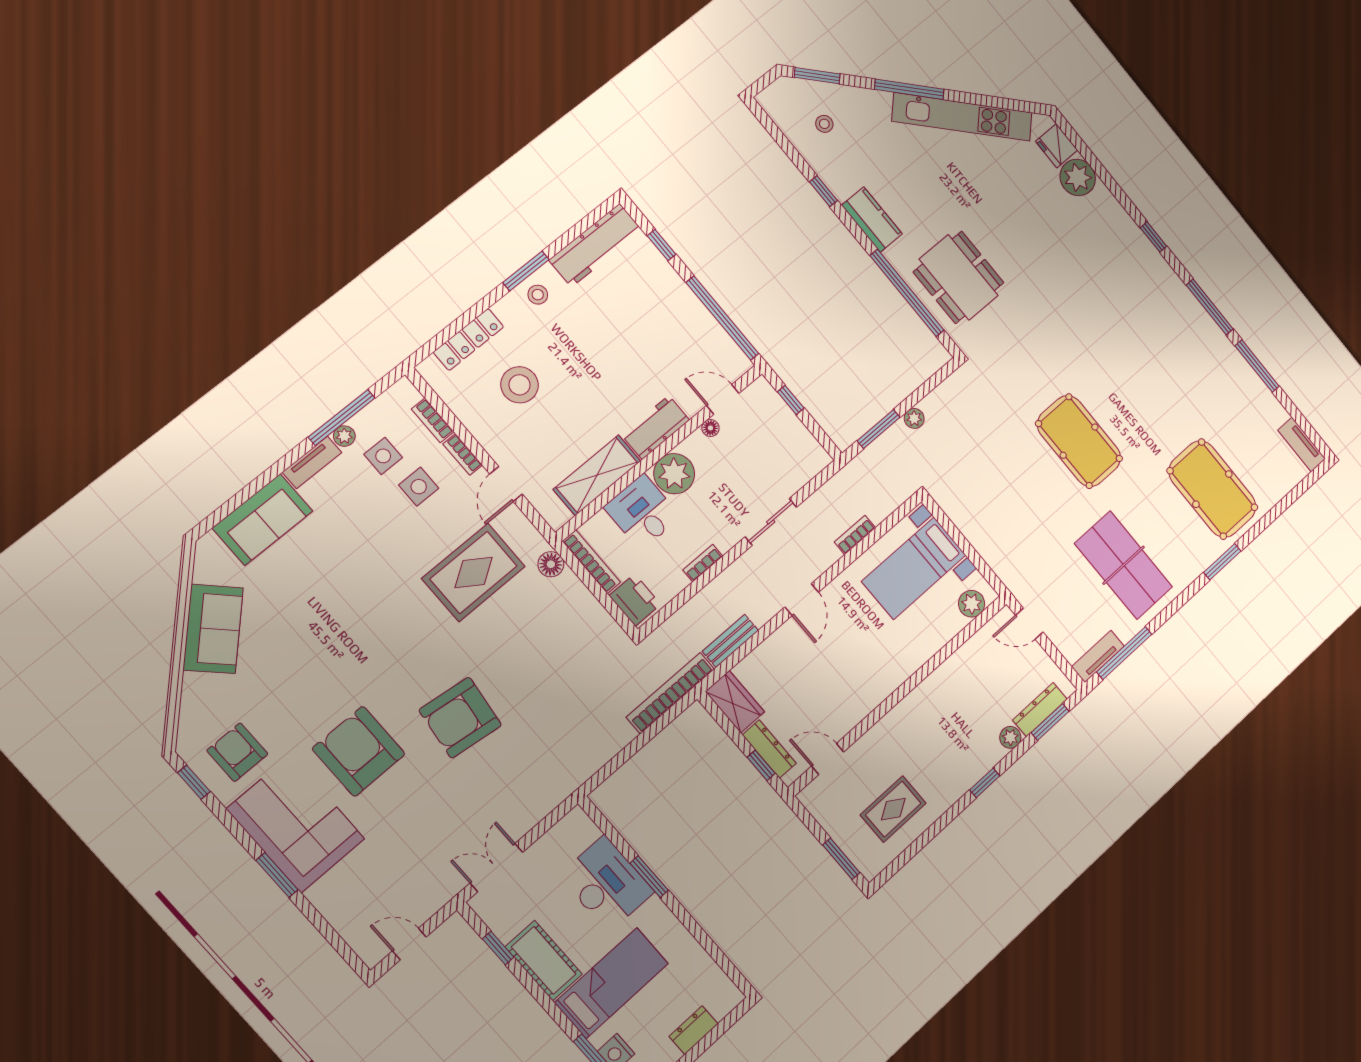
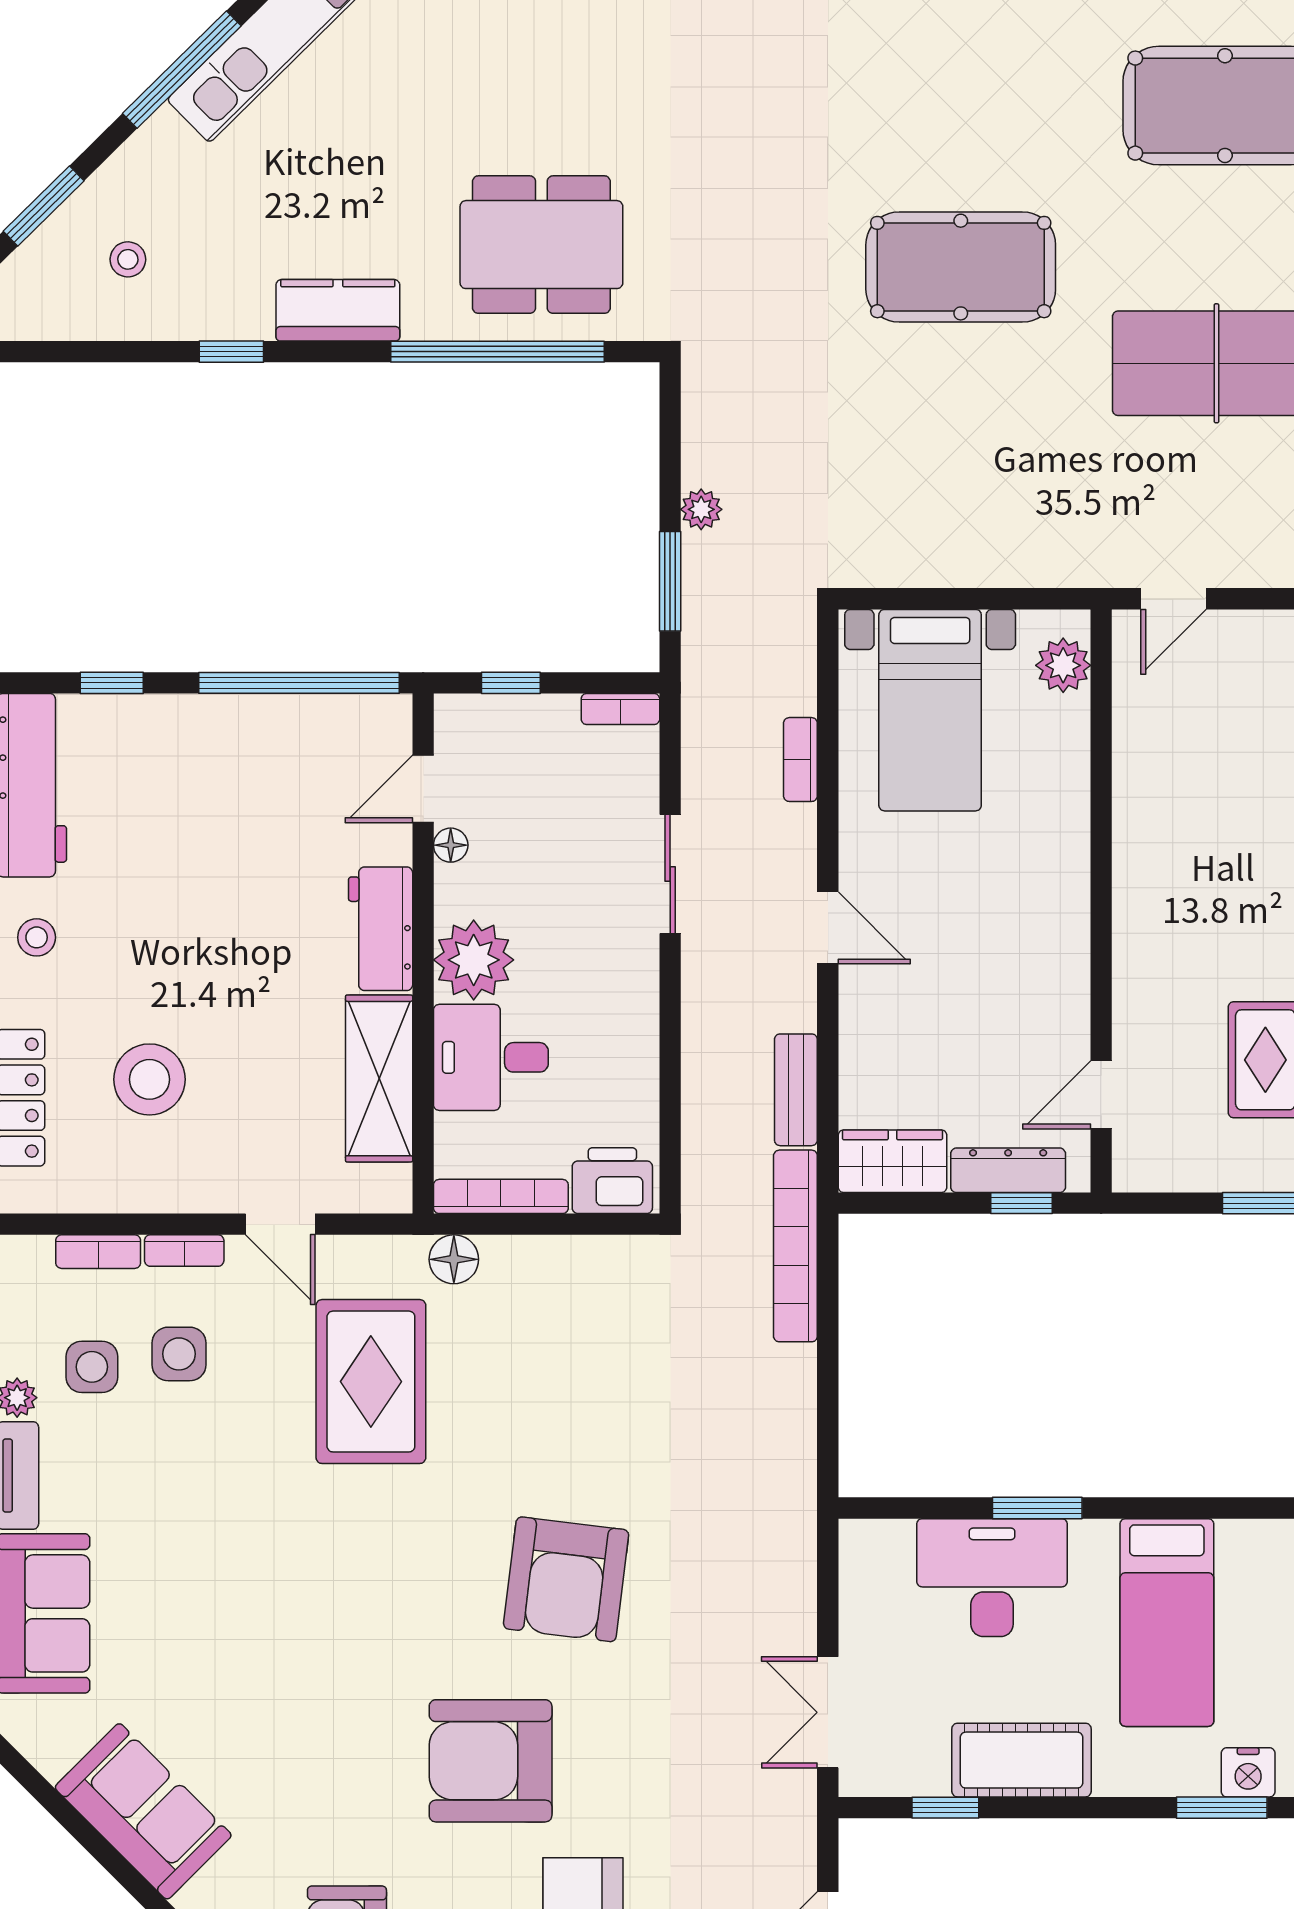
bookcase: (703, 563) -> (620, 709), moved, turned -90
bed: (612, 983) -> (1167, 1623), moved, turned 180

